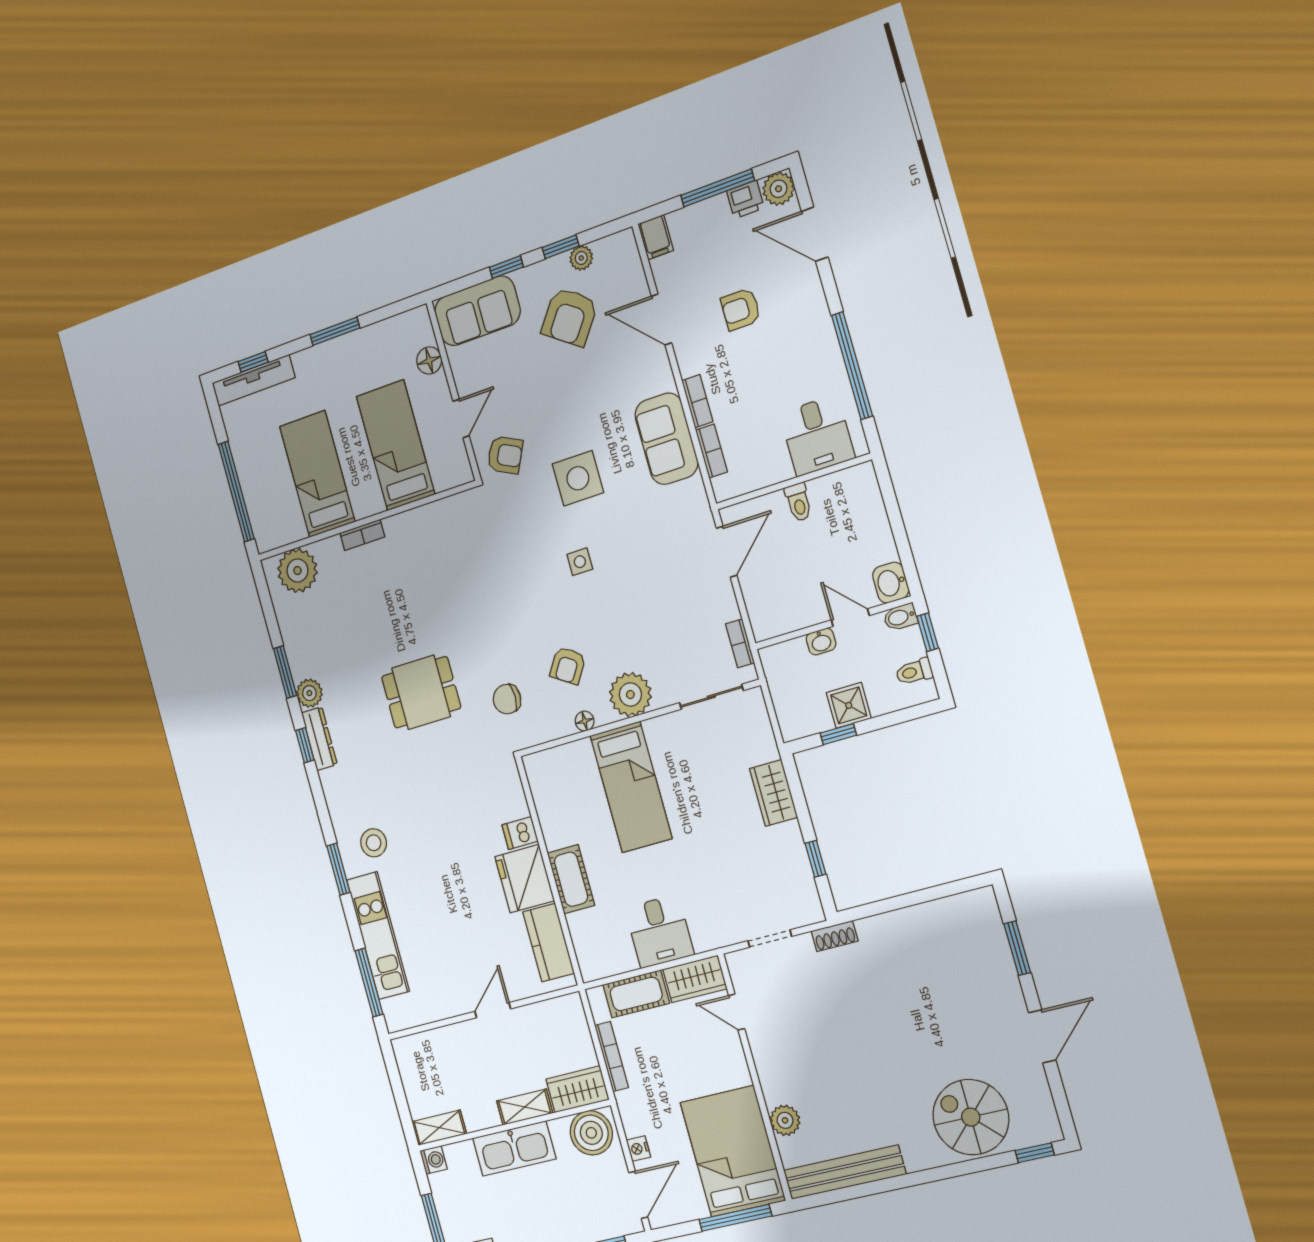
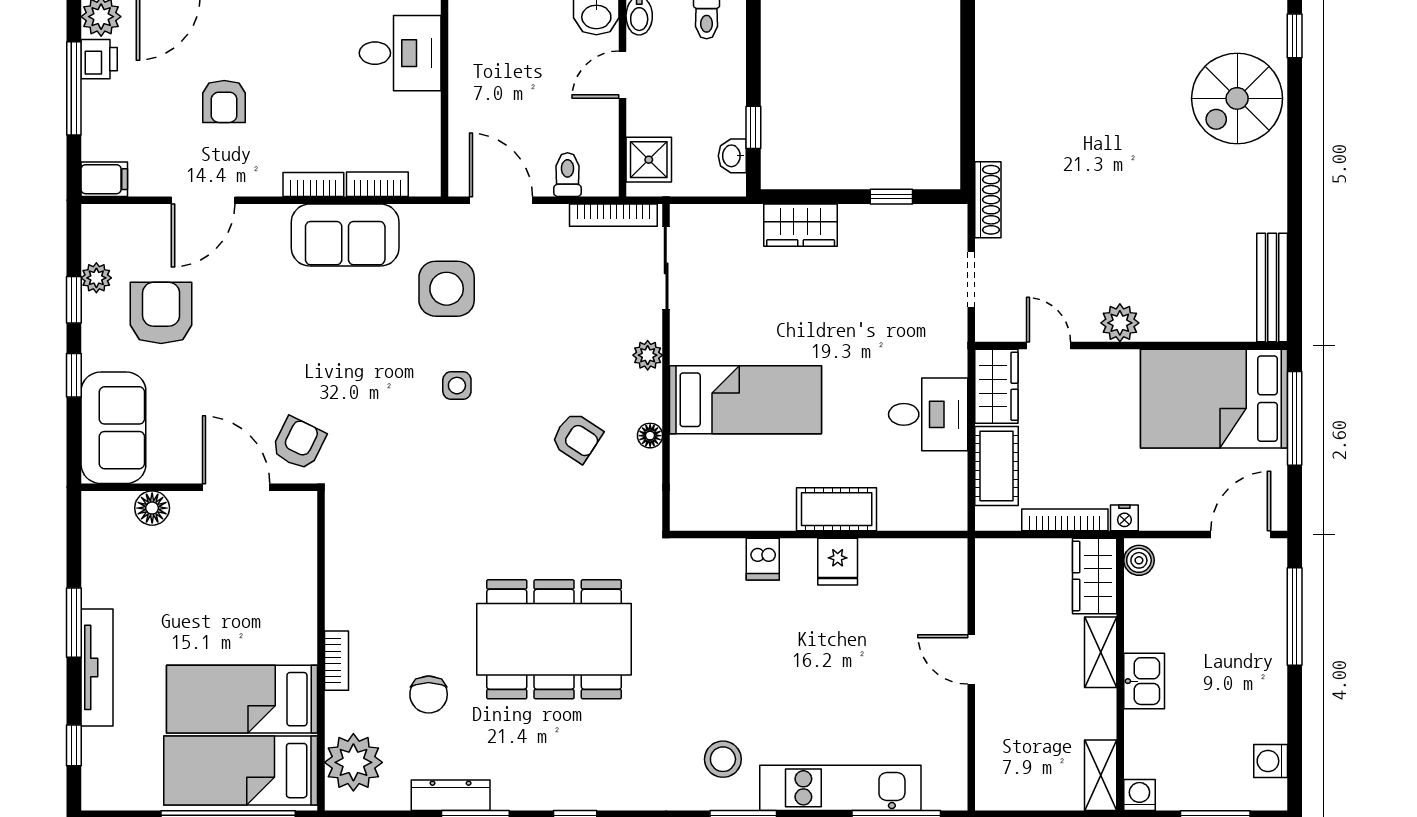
armchair: (570, 317) -> (161, 313), turned -126
tv unit: (253, 380) -> (97, 667), moved
door: (461, 418) -> (236, 487), width x1.38
bed: (396, 445) -> (241, 771), moved
side table: (578, 478) -> (447, 289), moved
toilet: (798, 502) -> (568, 175), moved, turned -90
washbasin: (821, 642) -> (732, 156), moved, turned 180
bookcase: (740, 643) -> (613, 215), width x1.56
dining table: (421, 692) -> (554, 639), width x1.88, depth x1.24
plant: (309, 693) -> (511, 792), removed
plant: (630, 695) -> (648, 355), width x0.53, depth x0.53
chair: (507, 699) -> (429, 694), moved
shower: (849, 705) -> (649, 160), moved
dresser: (319, 739) -> (451, 795), moved
fridge: (525, 879) -> (838, 562), width x0.53, depth x0.75
shoe rack: (835, 936) -> (988, 200), width x1.43
kitchen counter: (549, 943) -> (906, 561), removed
door: (737, 1012) -> (1048, 346), swing flipped
plant: (785, 1120) -> (1120, 323), moved
boiler: (591, 1133) -> (1139, 560), width x0.54, depth x0.54
kitchen sink: (514, 1148) -> (1144, 681), width x0.53, depth x0.81
nightstand: (638, 1149) -> (1124, 518), moved
bench: (844, 1172) -> (1272, 288), width x0.73, depth x0.82
door: (638, 1195) -> (1241, 534), hinge flipped

